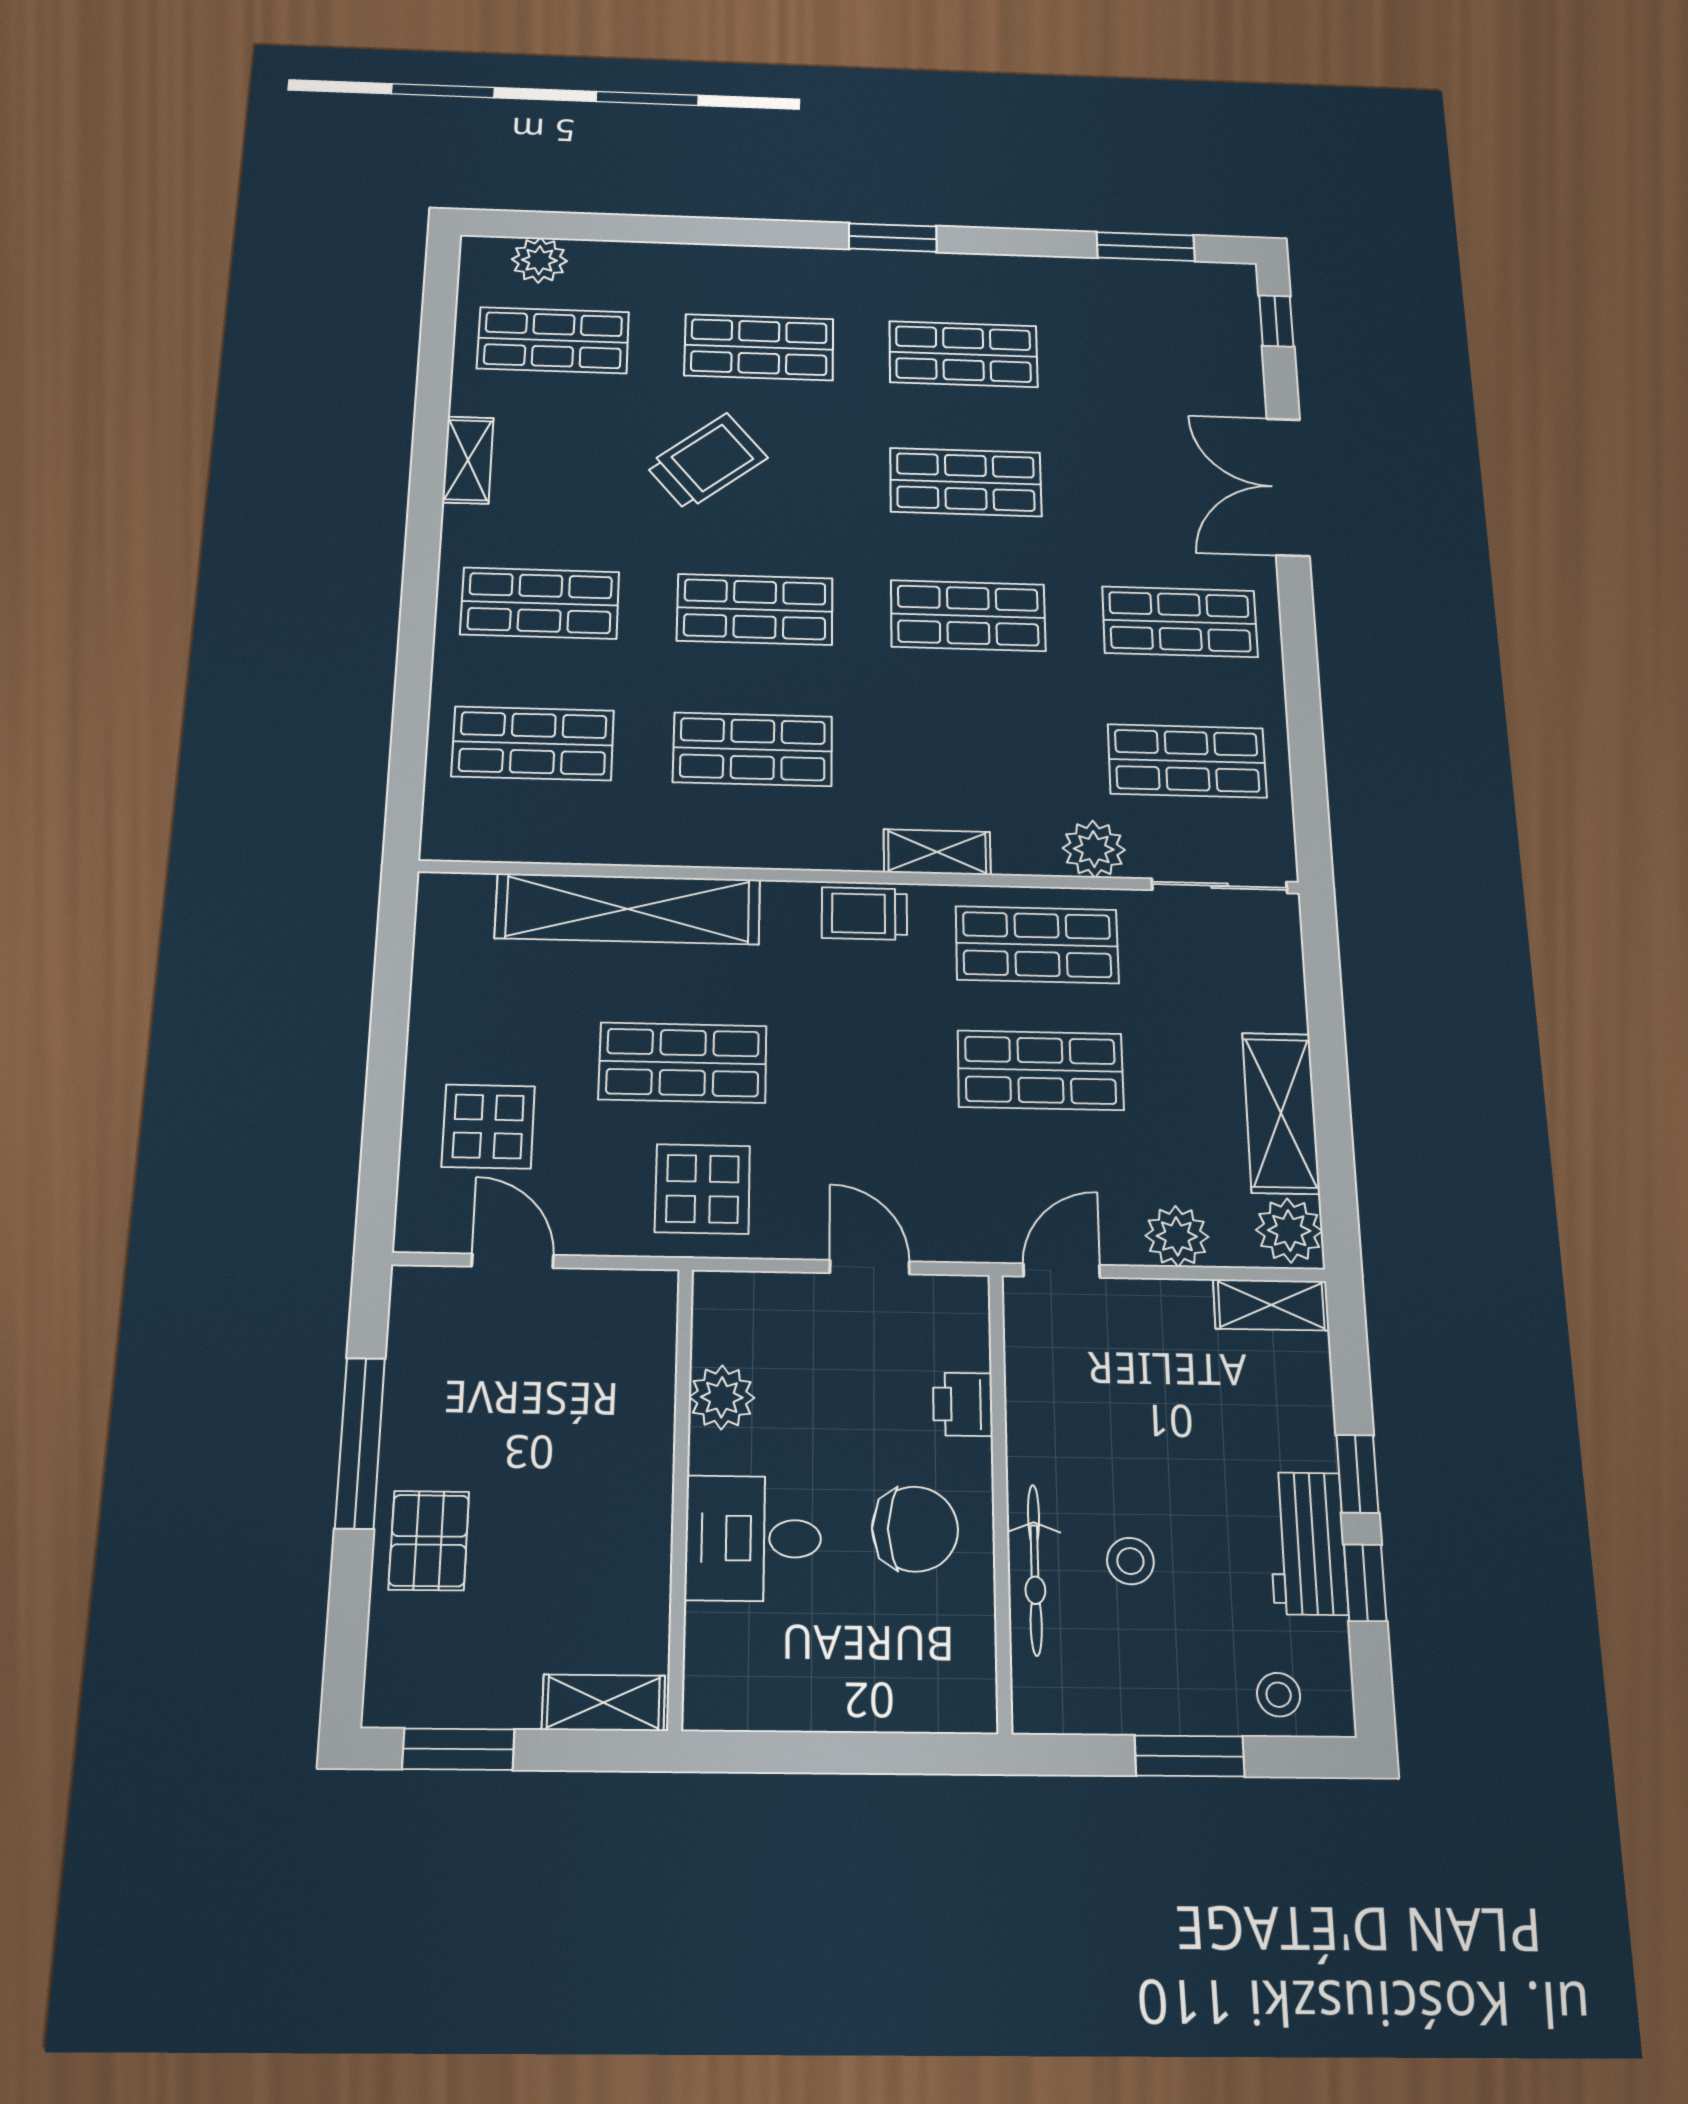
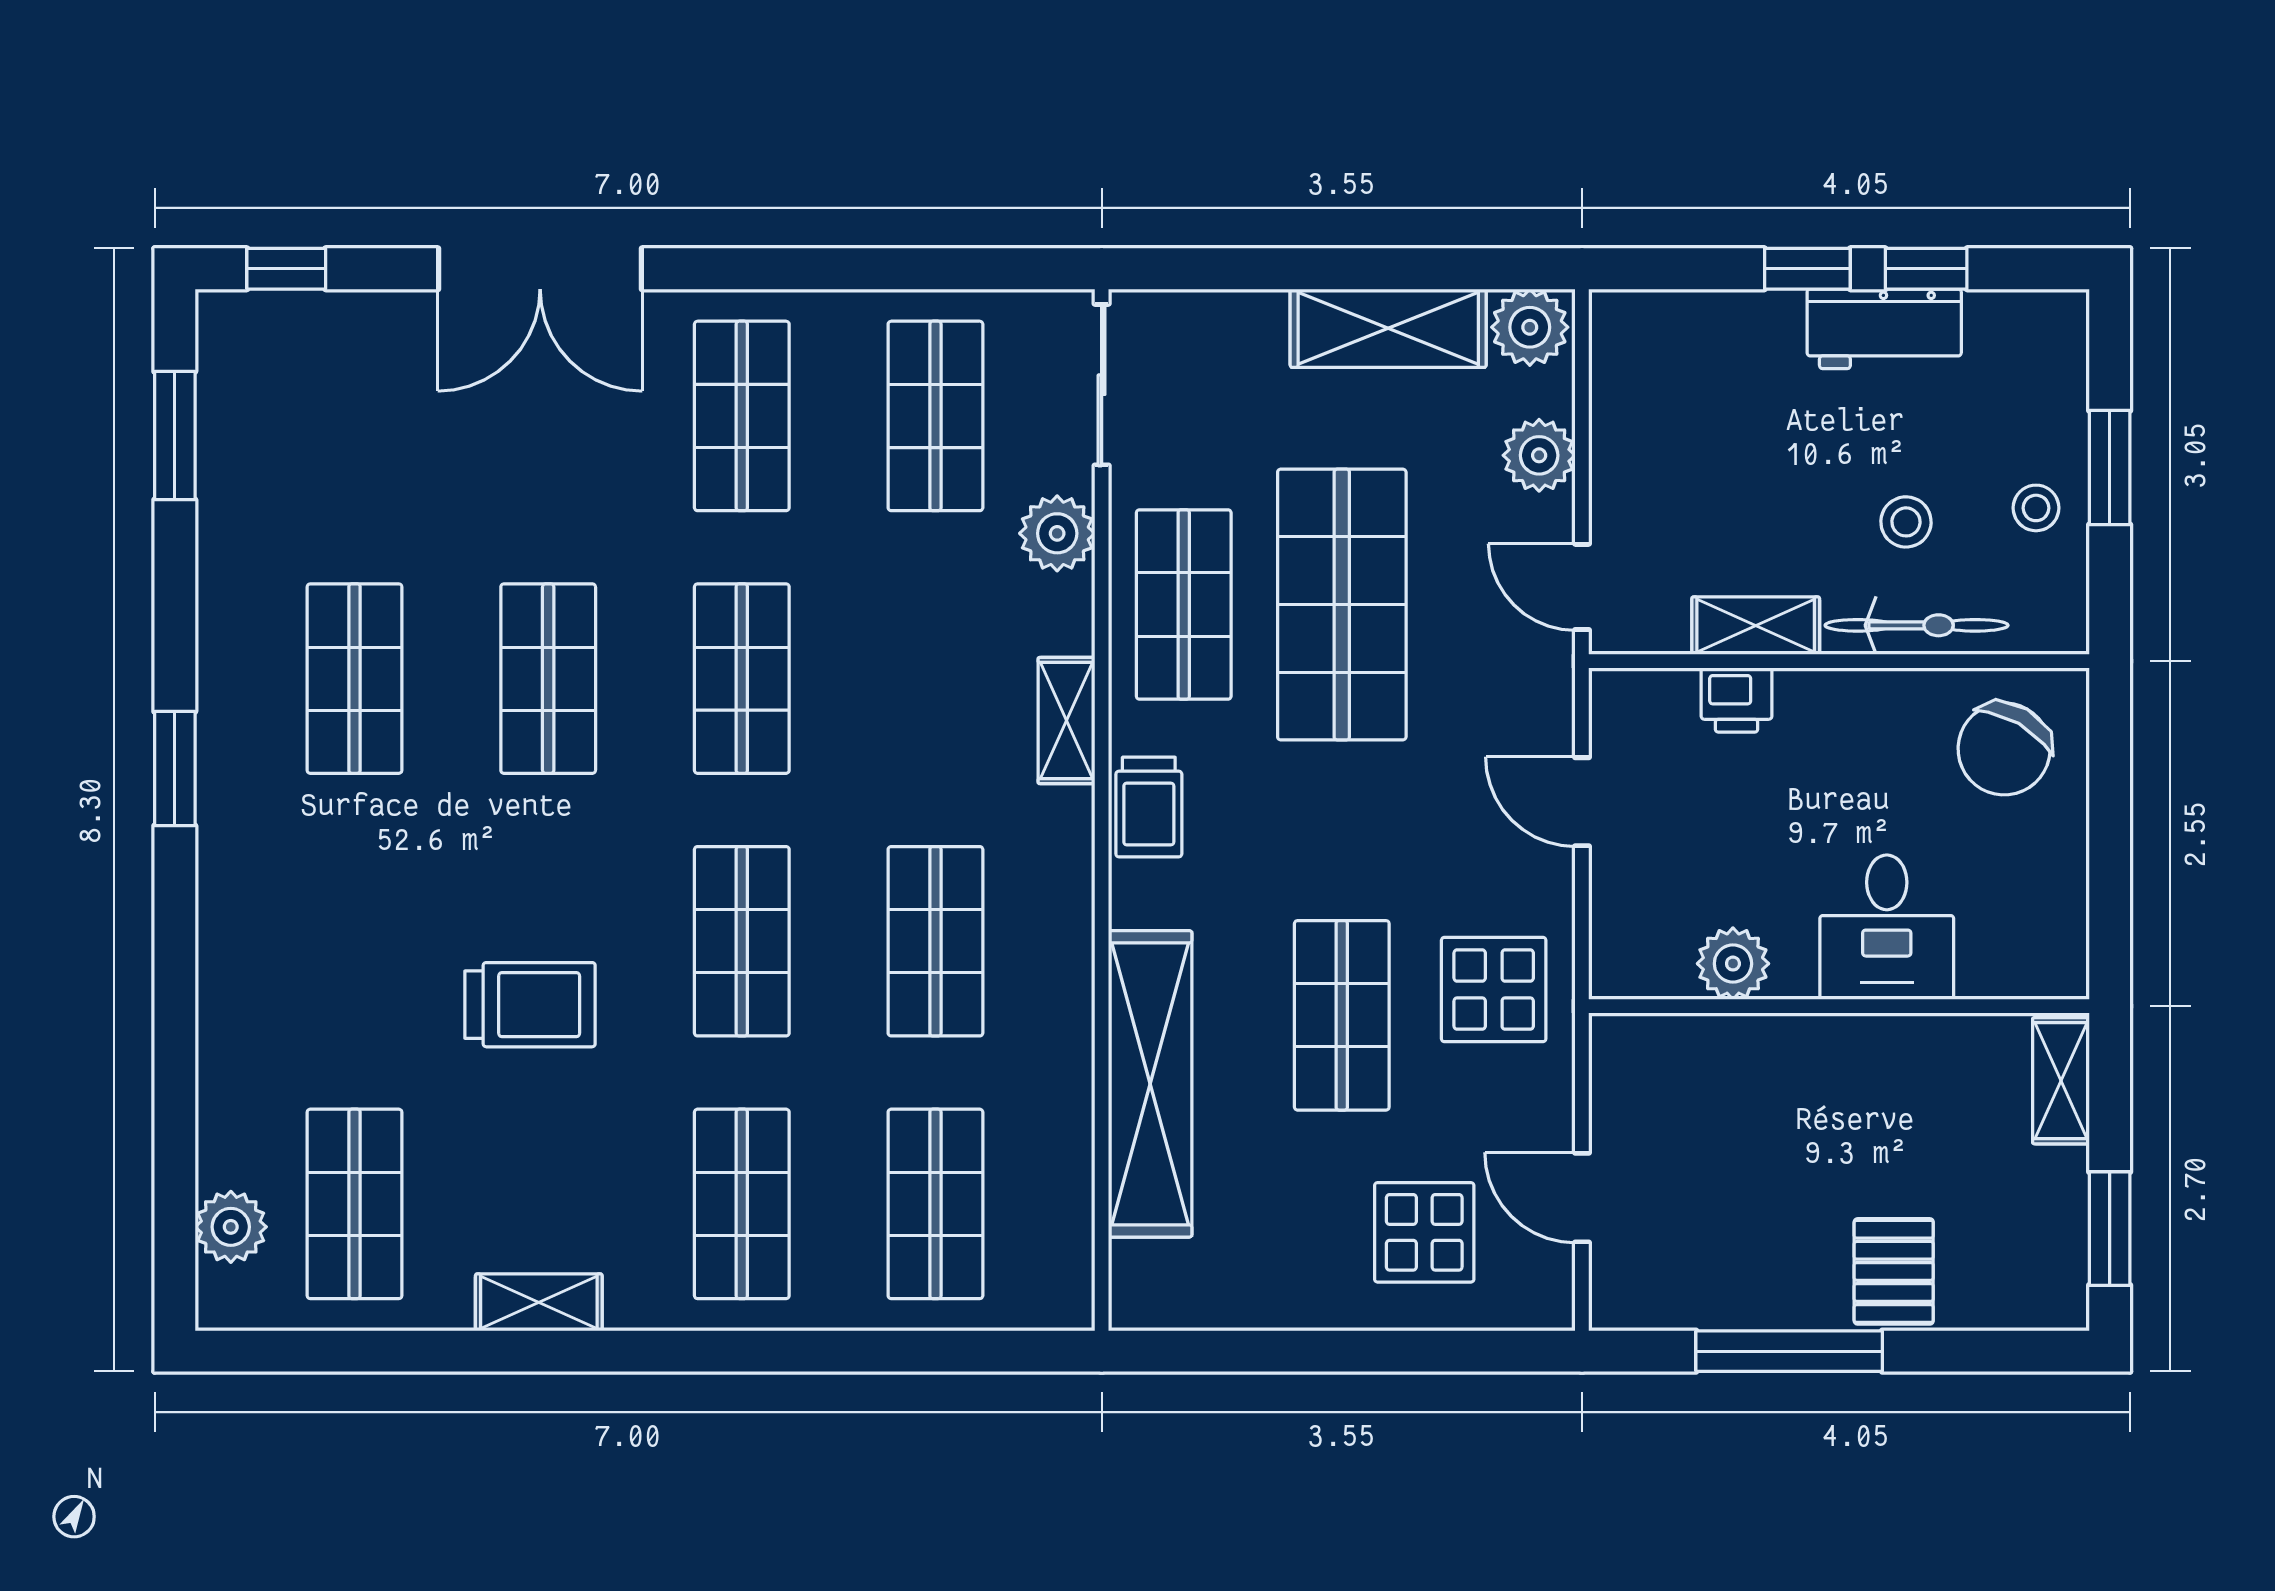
shop shelf: (759, 347) -> (355, 941), removed
trolley: (707, 462) -> (530, 1005), turned 129
shop shelf: (1040, 1070) -> (1342, 605), width x1.43, depth x1.36
door: (513, 1261) -> (1582, 1198), hinge flipped
door: (870, 1267) -> (1582, 802), hinge flipped
shelving: (1271, 1305) -> (1756, 626), moved, turned 90
chair: (915, 1529) -> (2004, 749), moved, turned -150
pallet: (429, 1541) -> (1894, 1271), turned 90
stool: (1279, 1695) -> (2036, 508), moved

